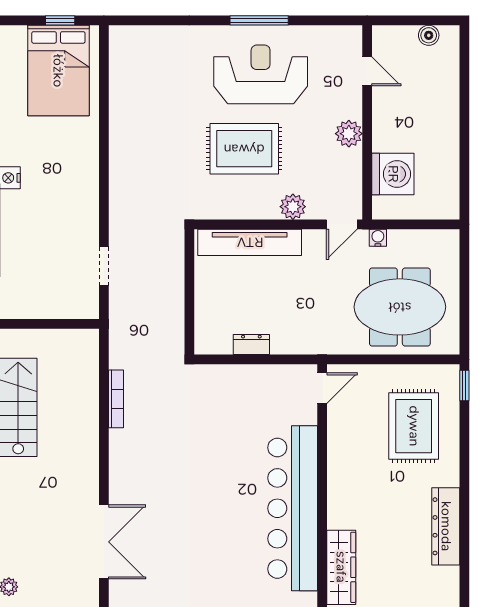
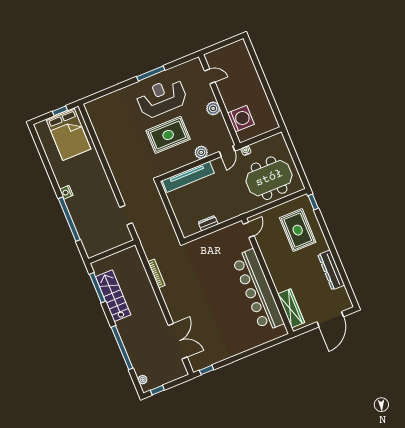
boiler: (429, 35) -> (231, 48), removed

